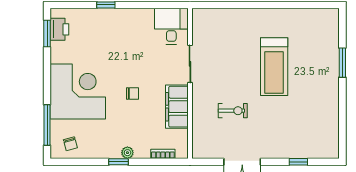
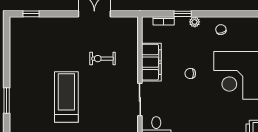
chair: (70, 144) -> (221, 30), moved
window: (118, 162) -> (183, 14), moved
window: (298, 162) -> (31, 14), moved

